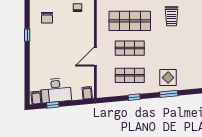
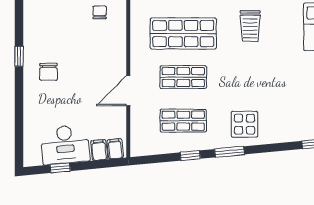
chair: (47, 18) -> (49, 72), moved
window: (169, 94) -> (230, 152), moved
filing cabinet: (36, 98) -> (99, 150), moved

